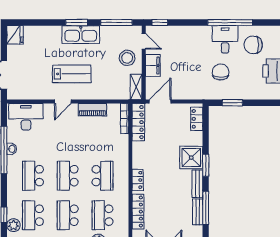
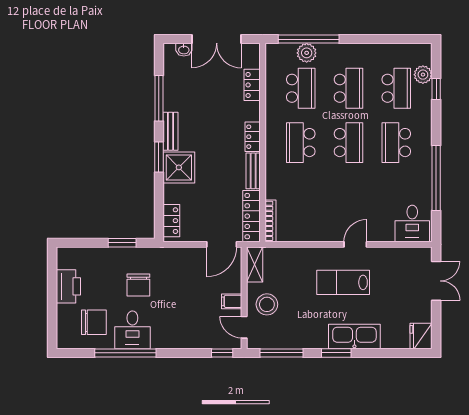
kitchen sink: (81, 35) -> (354, 336), moved
filing cabinet: (153, 66) -> (232, 301), width x0.50
piano: (92, 110) -> (315, 233), removed
desk: (26, 117) -> (412, 223), width x0.73
washbasin: (12, 149) -> (426, 179), removed
school desk: (33, 176) -> (396, 143), turned 180
locker: (138, 212) -> (252, 85), width x0.66
bench: (198, 212) -> (253, 171), moved

